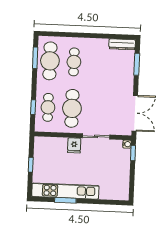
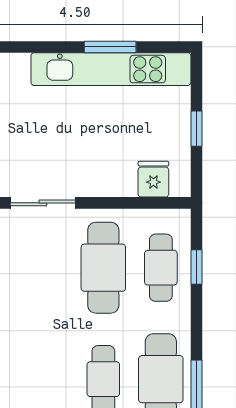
fridge: (74, 145) -> (153, 179), moved

